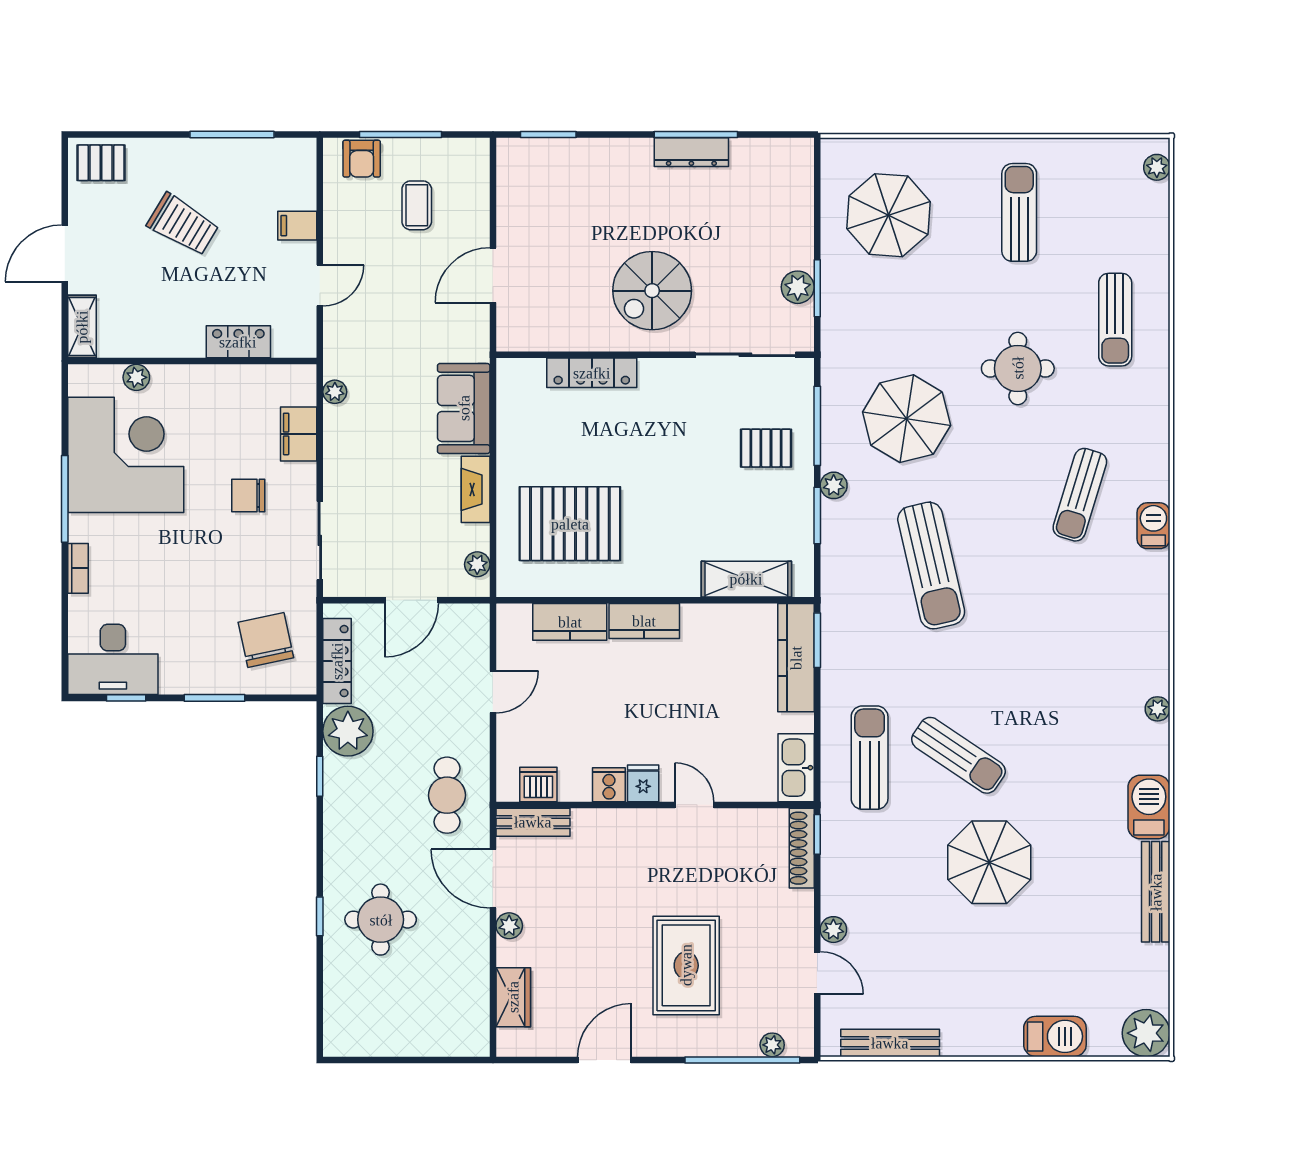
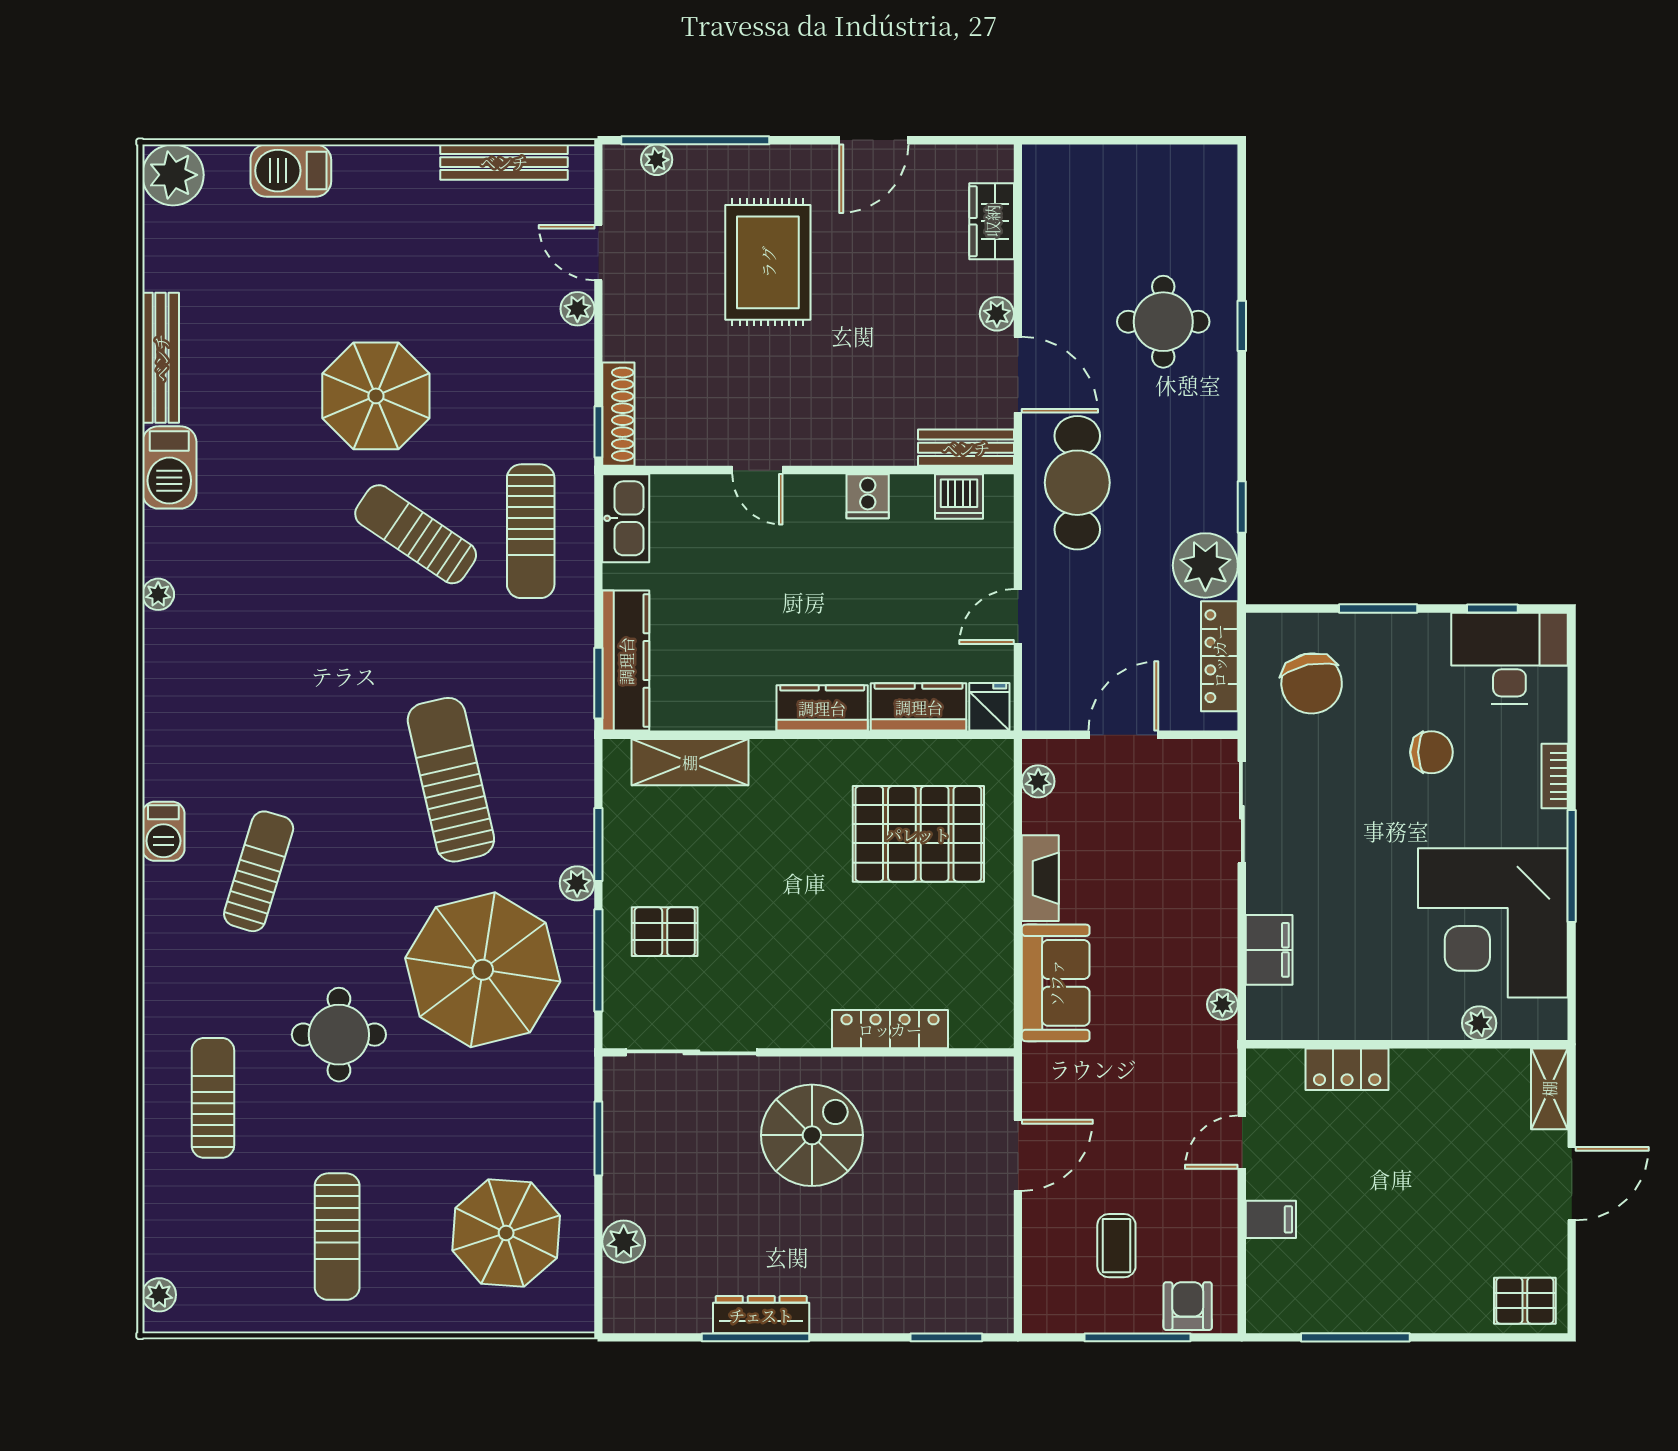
trolley: (183, 225) -> (1419, 1221), removed
plant: (798, 287) -> (624, 1242), moved
parasol: (907, 419) -> (483, 970), width x1.36, depth x1.36
chair: (248, 496) -> (1432, 752), moved
fridge: (643, 783) -> (989, 707), moved, turned 180
cafe table: (447, 795) -> (1077, 483), width x1.37, depth x1.35

